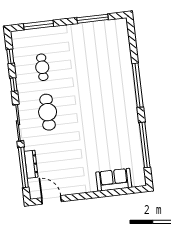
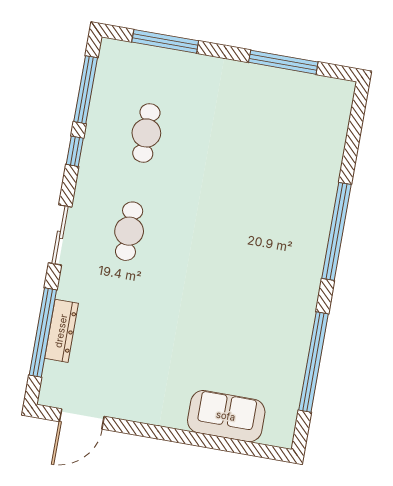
window: (10, 56) -> (86, 90), width x2.17
cafe table: (48, 112) -> (129, 231), width x0.73, depth x0.74
sliding door: (18, 123) -> (60, 235), width x0.73
door: (51, 200) -> (82, 419), swing flipped

